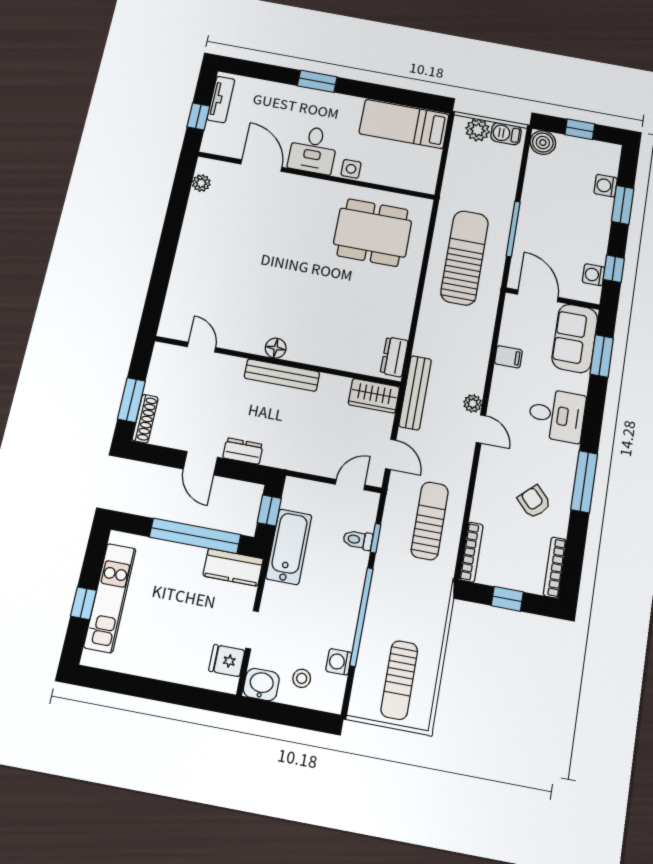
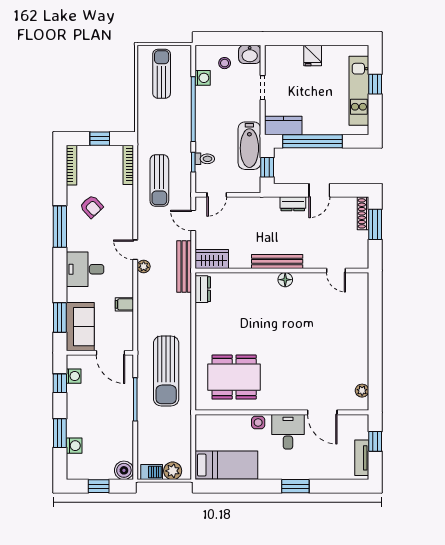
door: (200, 463) -> (319, 190), swing flipped
fridge: (227, 661) -> (313, 55), moved, turned 90

